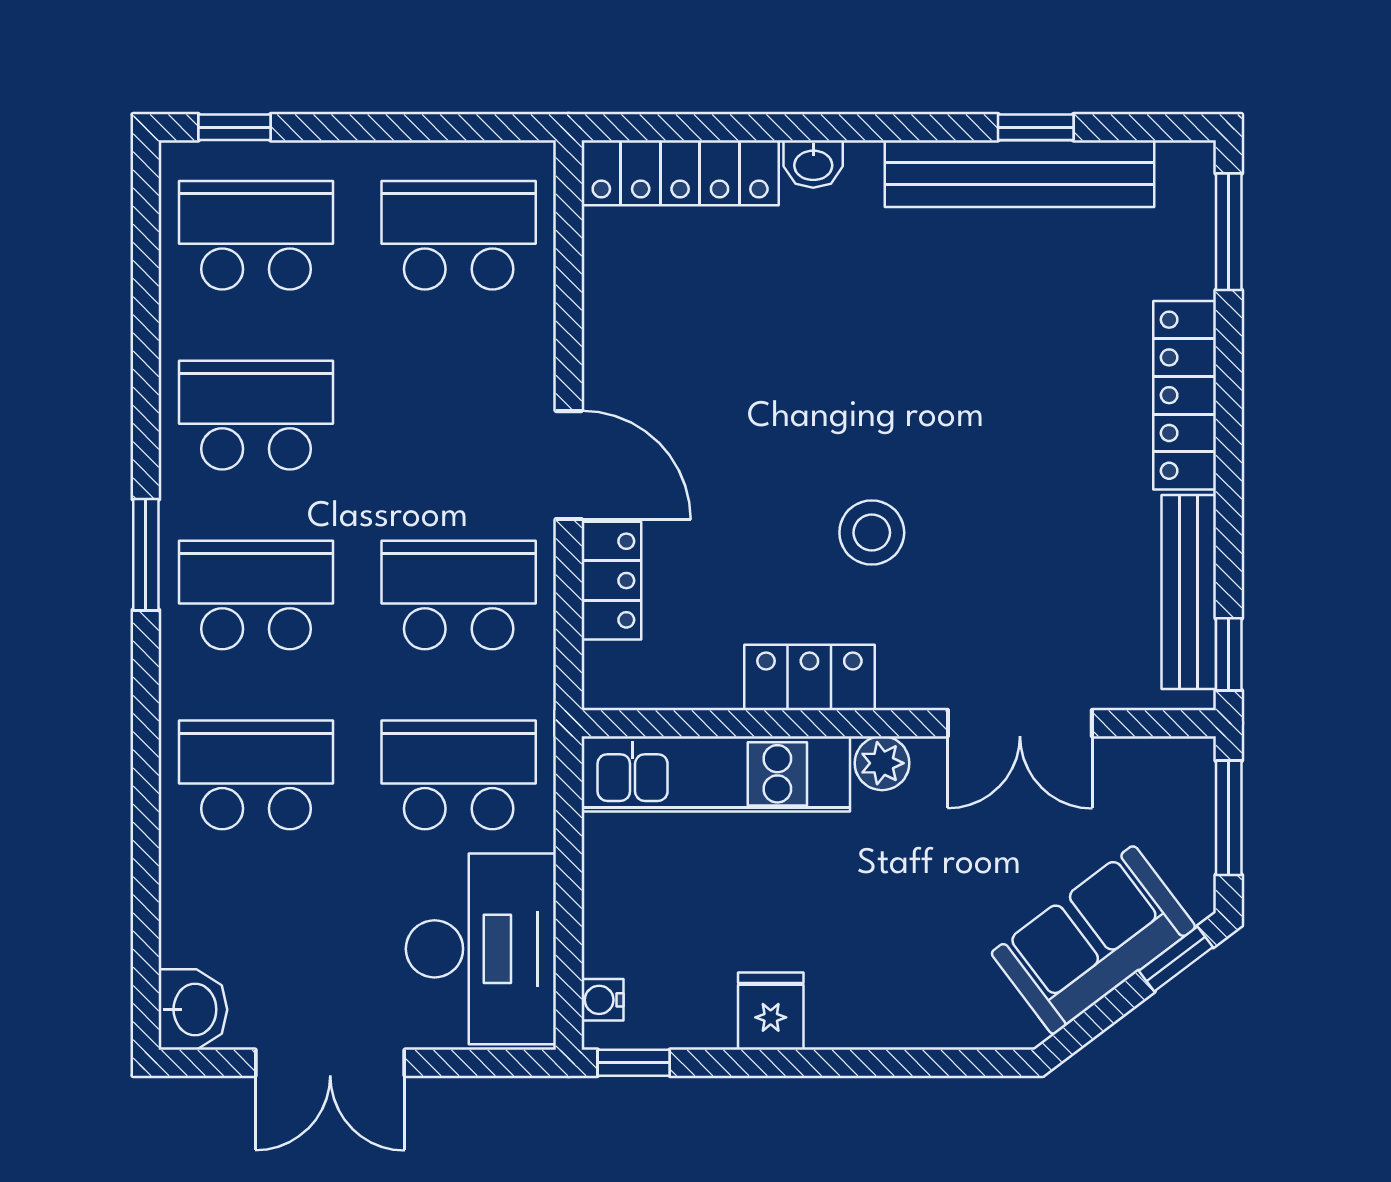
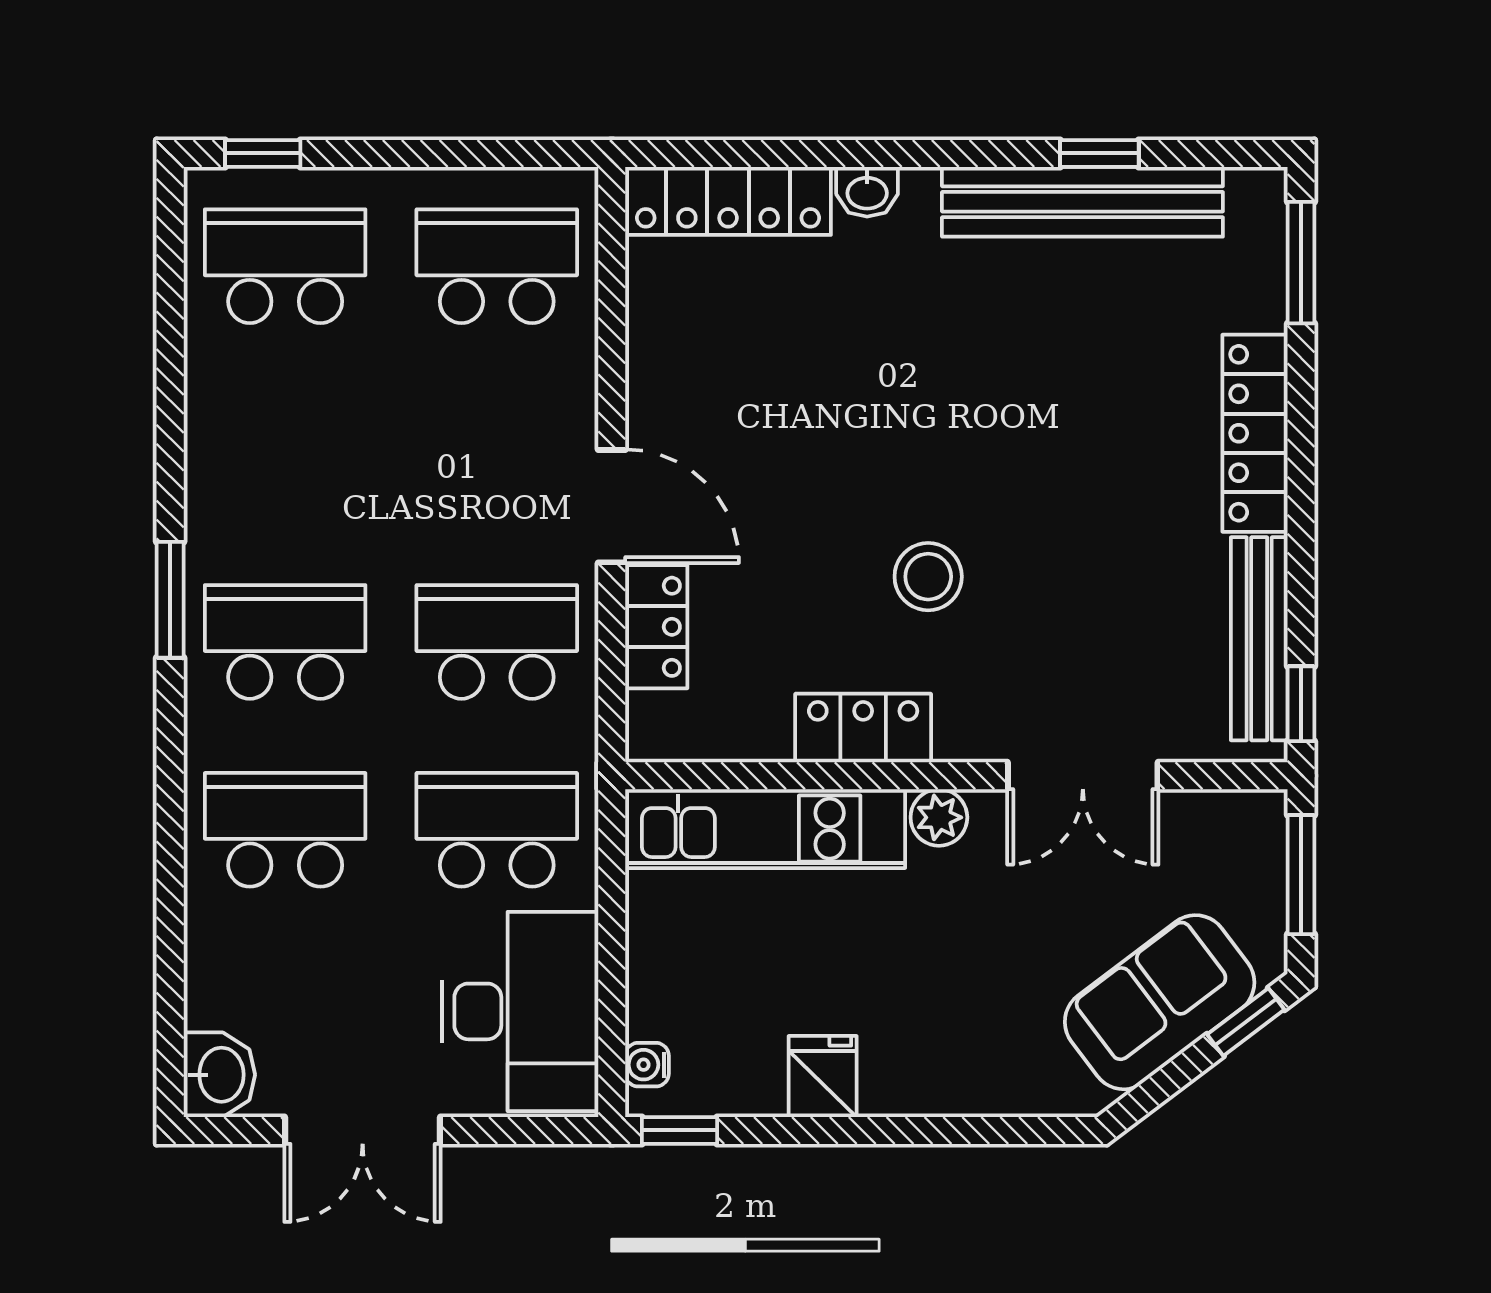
school desk: (256, 415) -> (285, 454), removed

